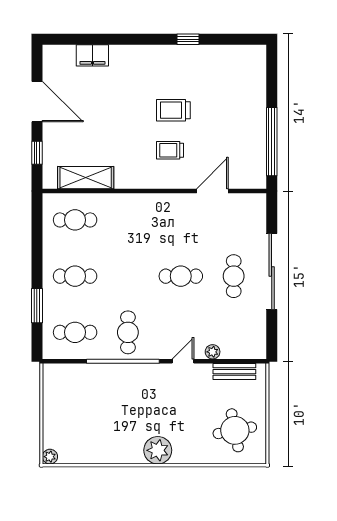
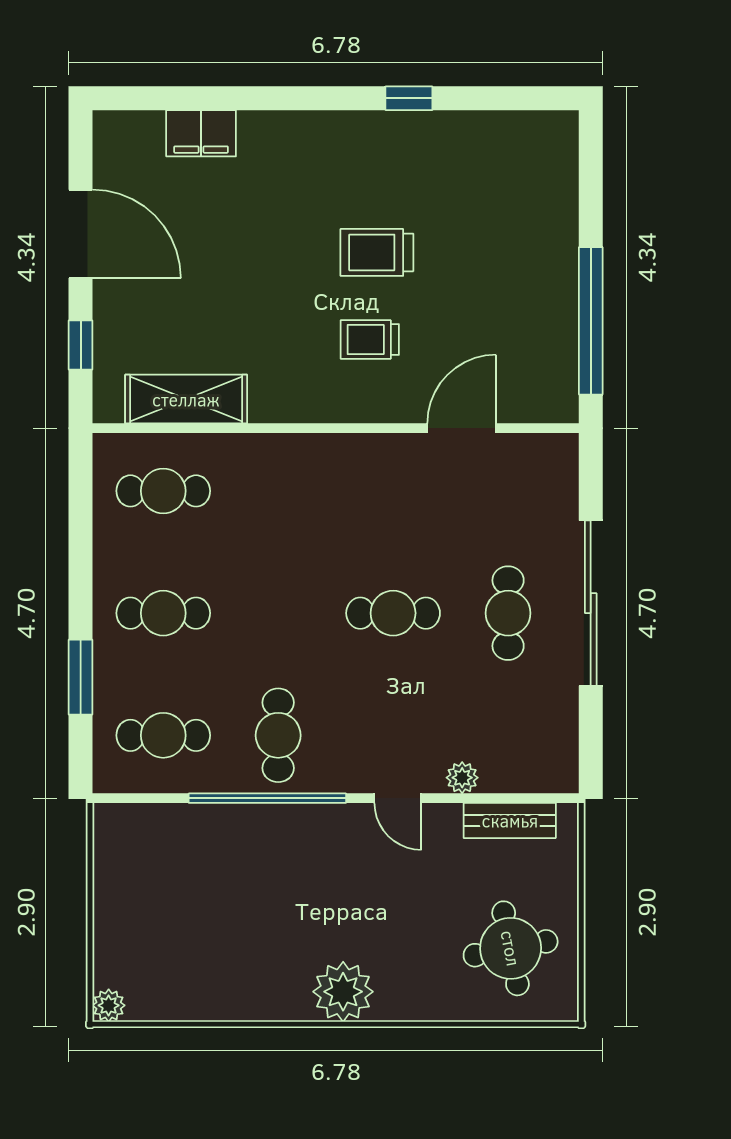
door: (183, 361) -> (398, 798), swing flipped

